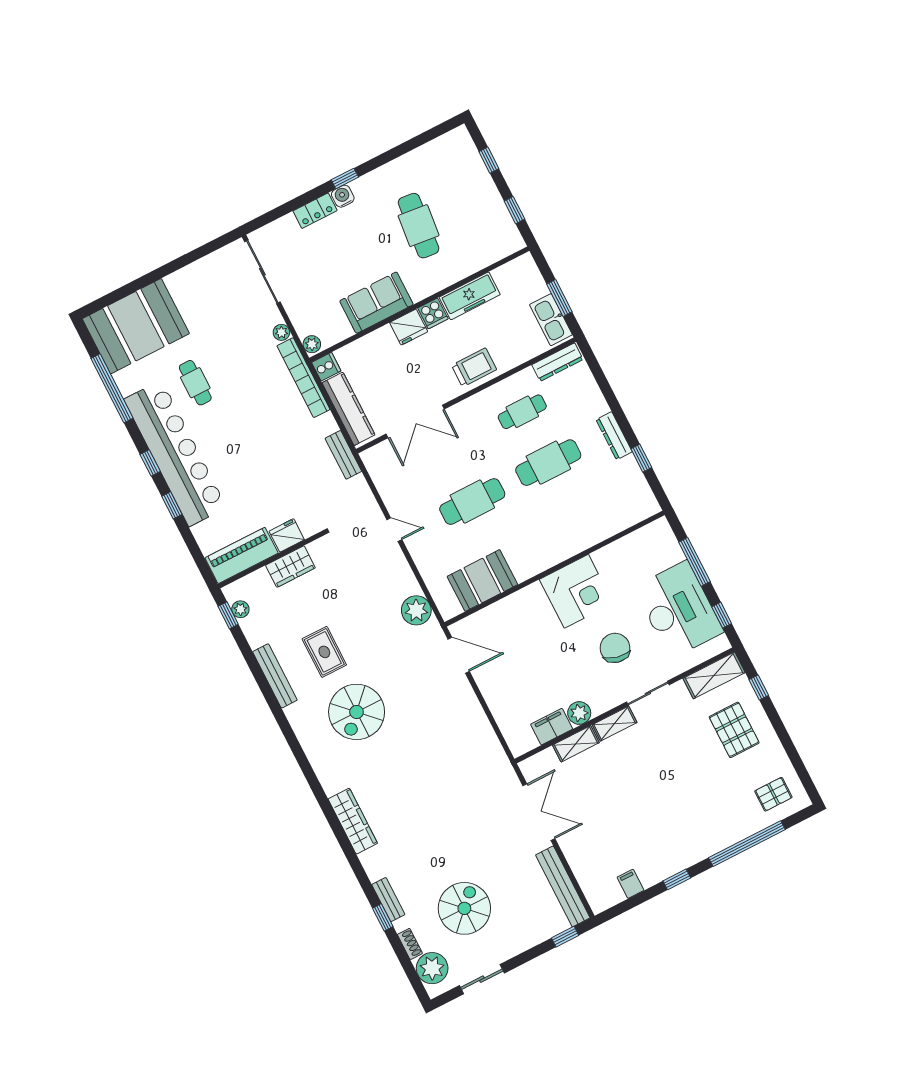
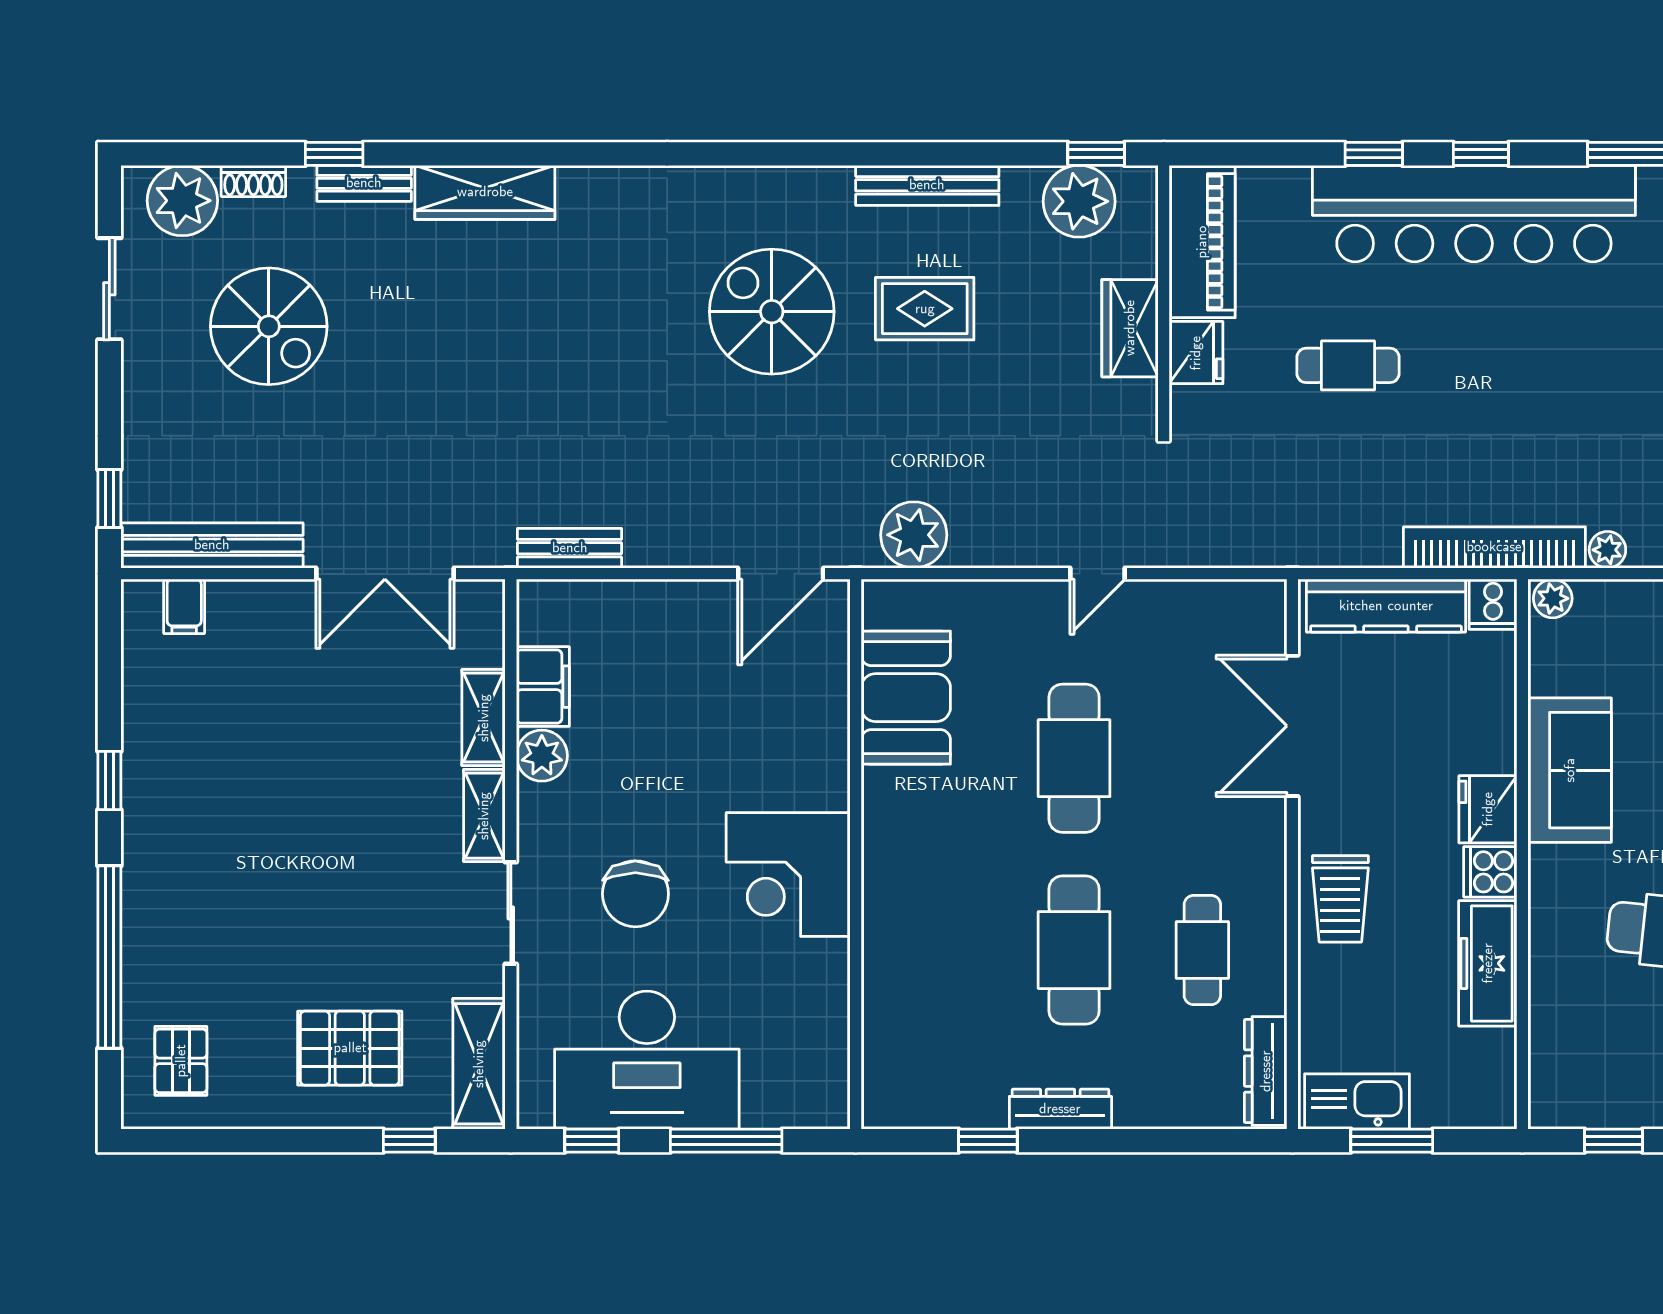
cafe table: (195, 383) -> (1348, 365), moved
bench: (343, 455) -> (570, 548), moved
plant: (240, 609) -> (1079, 201), width x1.88, depth x1.88
chair: (615, 648) -> (635, 894), turned 77
wardrobe: (353, 821) -> (485, 192), moved
filing cabinet: (630, 884) -> (184, 606), moved, turned 90

